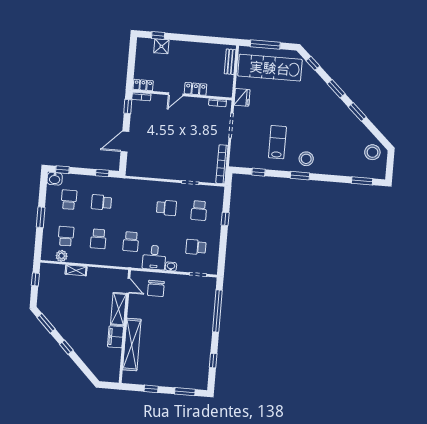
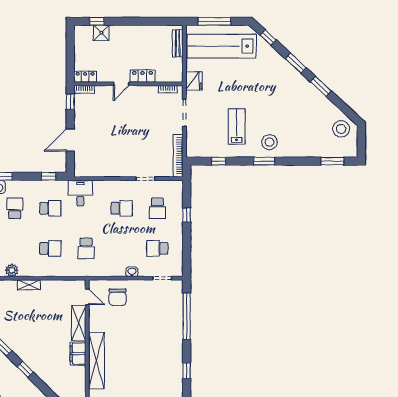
school desk: (101, 202) -> (50, 208), turned 180
school desk: (66, 236) -> (15, 248), removed
school desk: (98, 239) -> (50, 248), turned -90
desk: (154, 257) -> (80, 193), moved, turned 180

